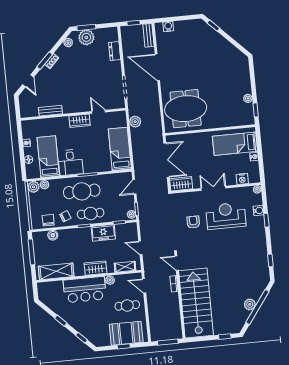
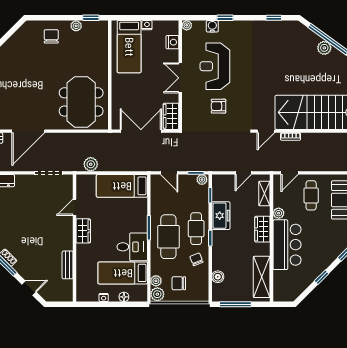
chair: (237, 79) -> (51, 36), added
chair: (48, 220) -> (179, 283), moved

